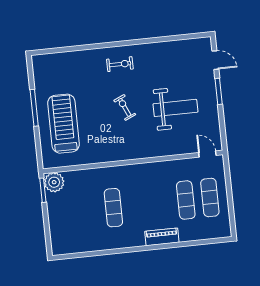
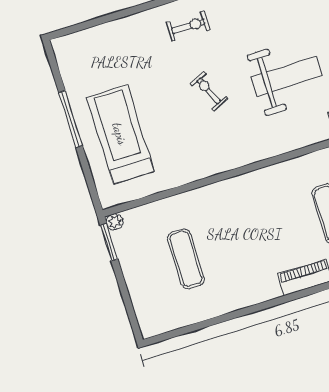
plant: (54, 182) -> (115, 222), width x0.53, depth x0.53
exercise mat: (113, 208) -> (186, 259), moved

